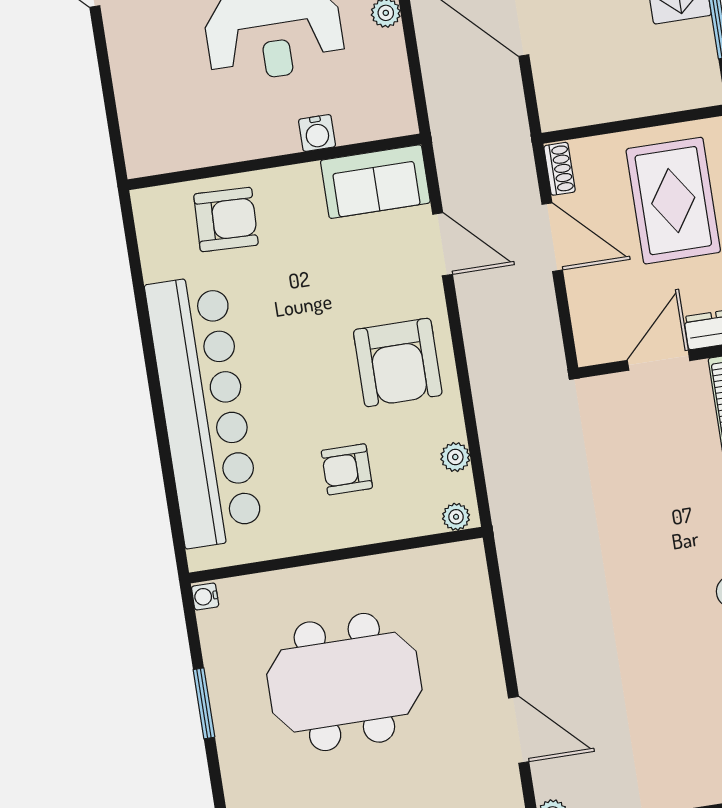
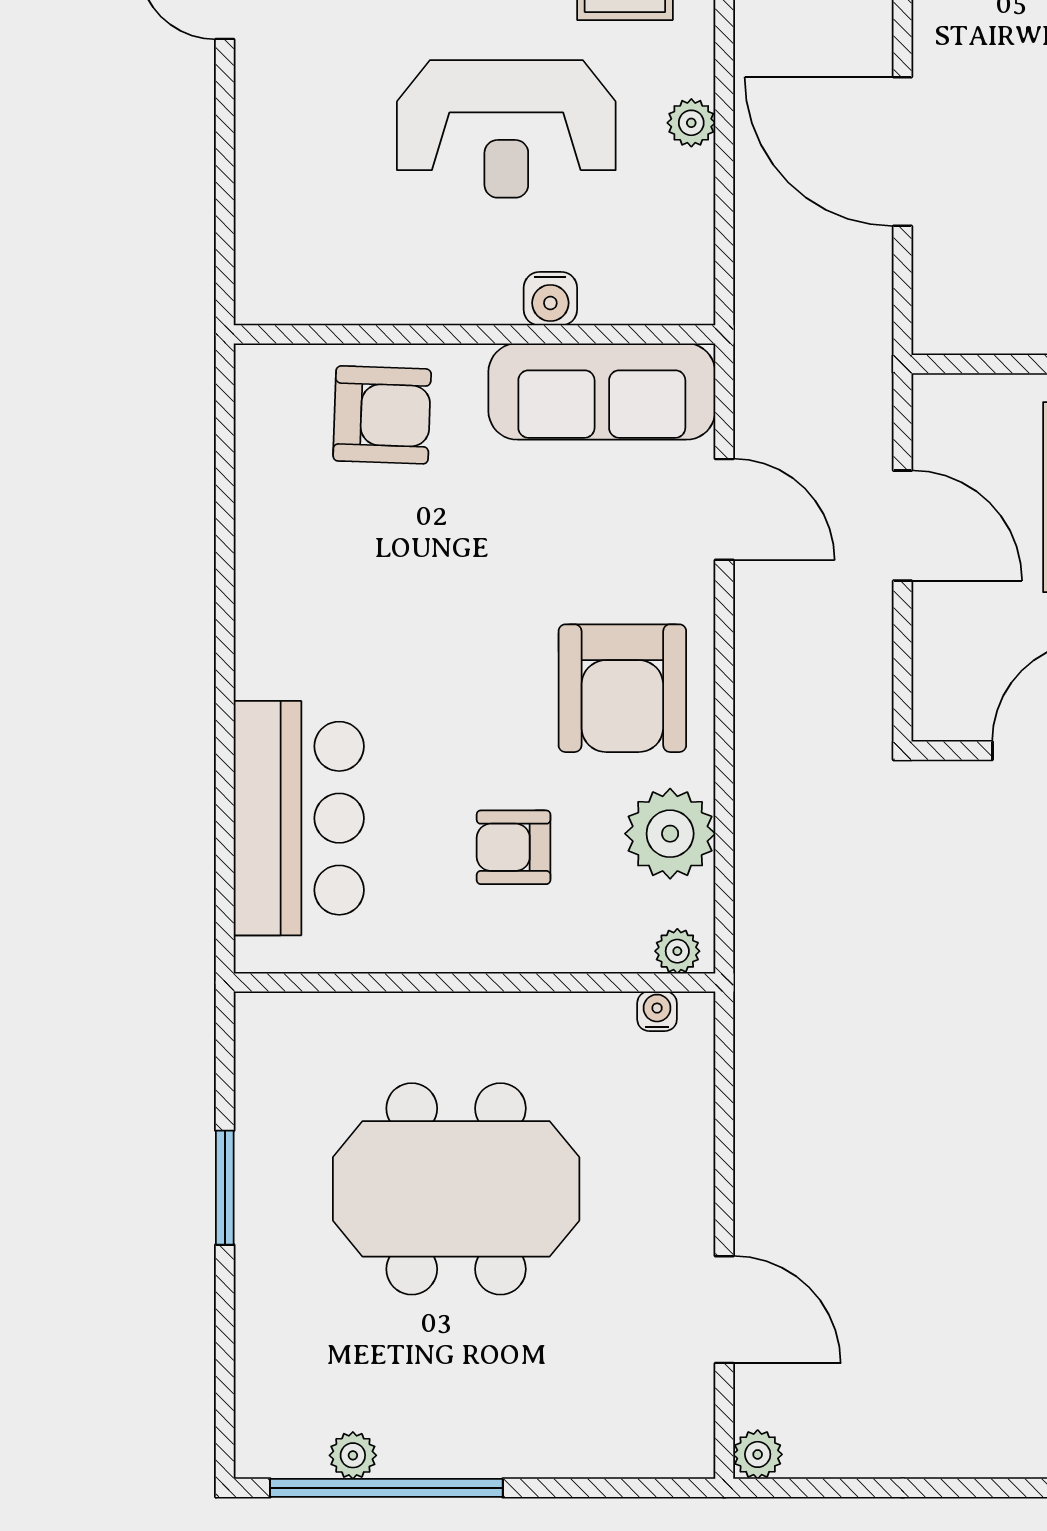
shoe rack: (560, 169) -> (931, 417), removed
sofa: (375, 182) -> (602, 392), width x1.36
bar counter: (204, 411) -> (299, 818), width x0.54
plant: (455, 457) -> (670, 834), width x1.88, depth x1.88
water cooler: (205, 597) -> (657, 1011), moved, turned 90

